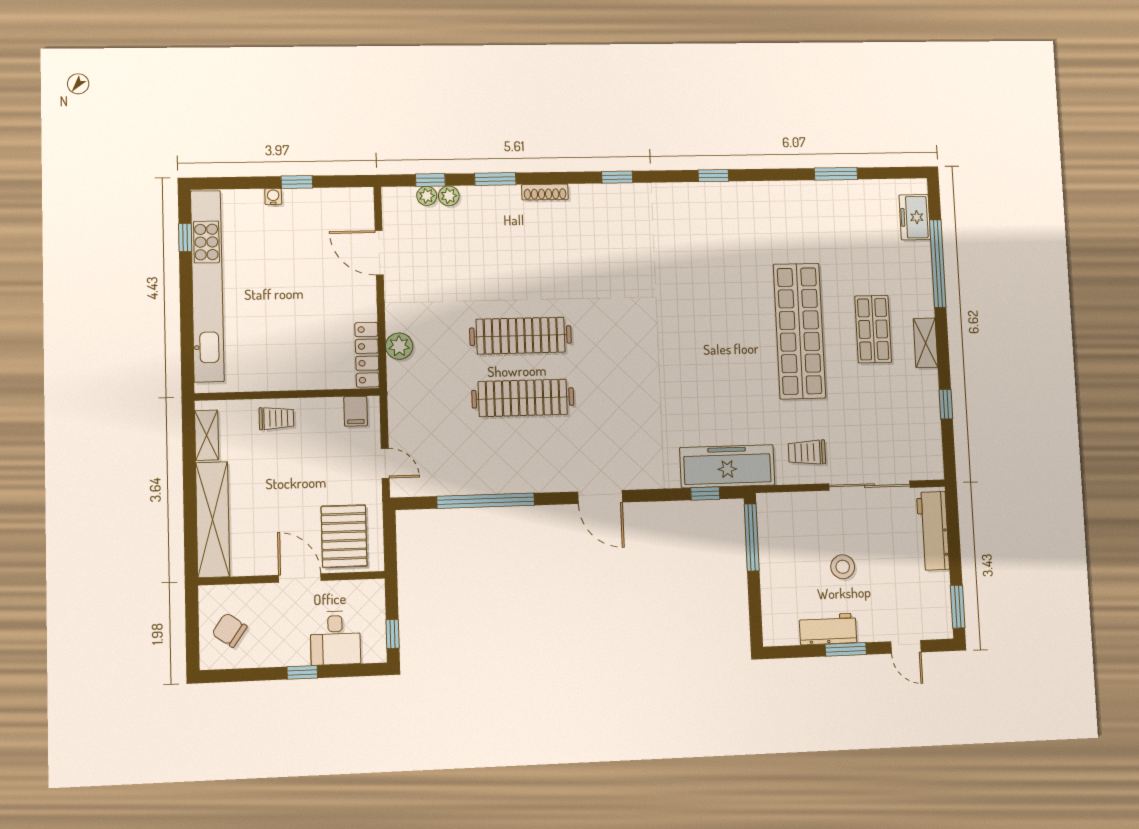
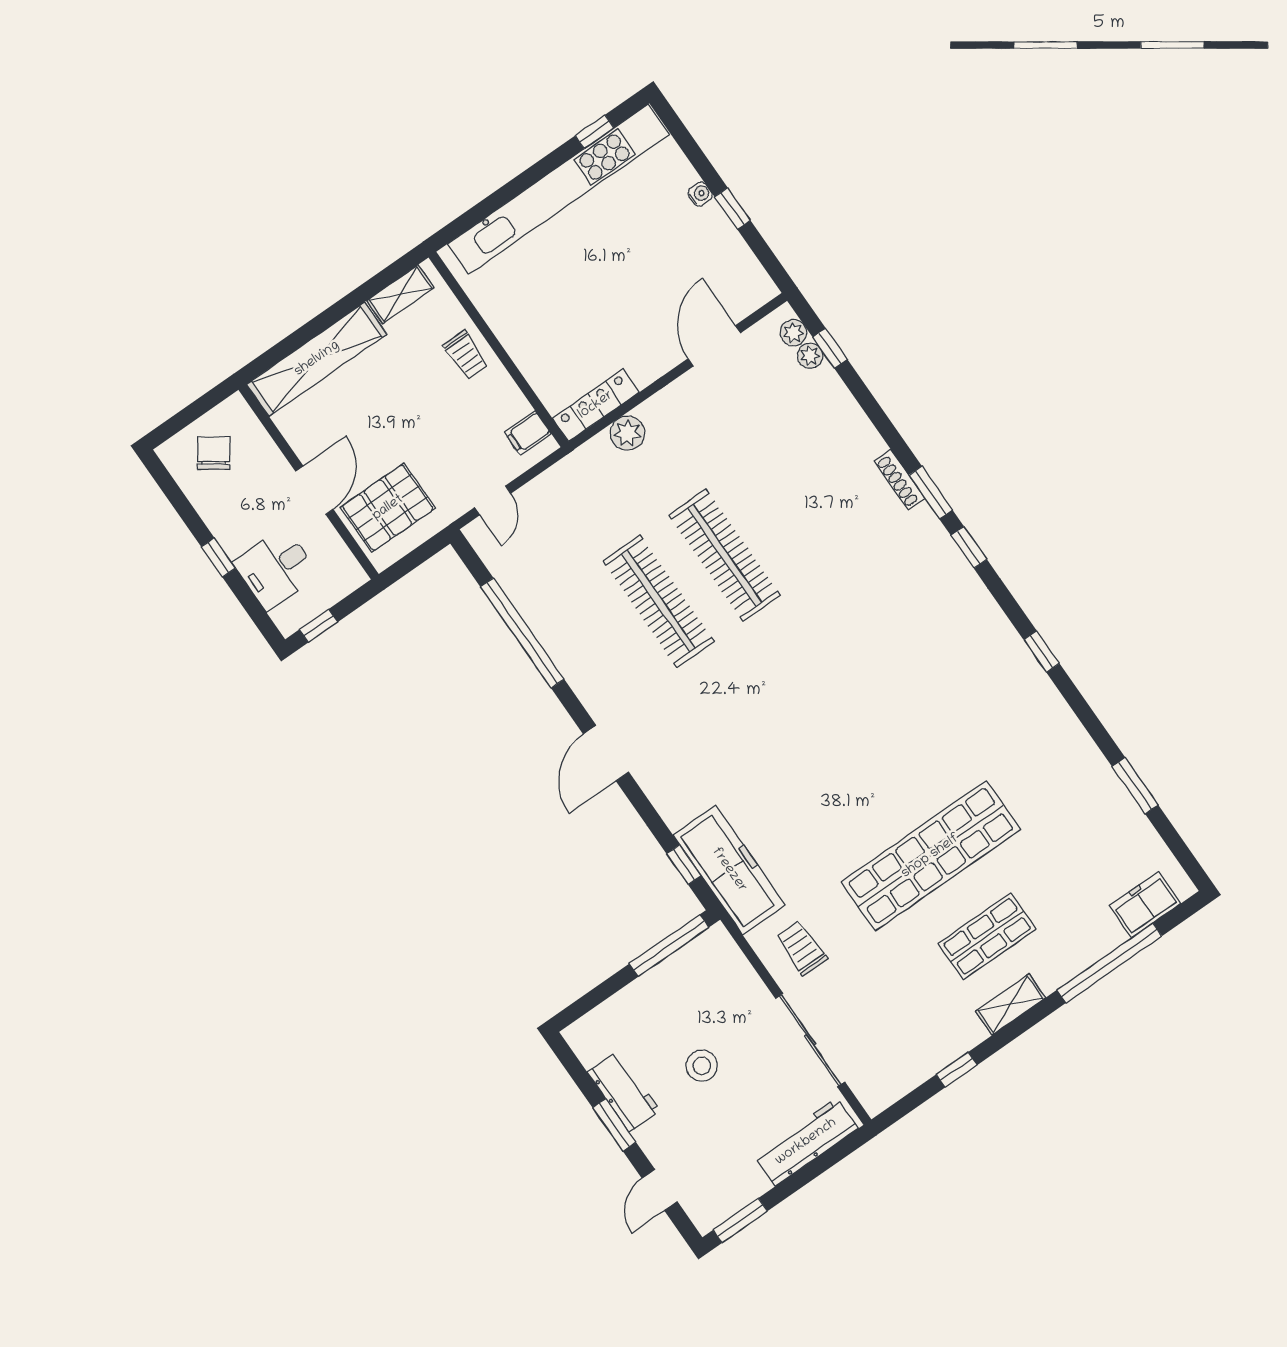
window: (495, 179) -> (931, 493), moved
plant: (449, 196) -> (793, 333), moved

